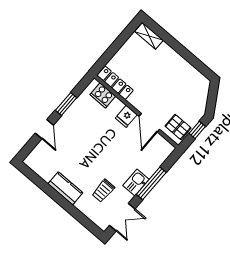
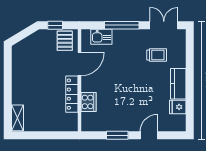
locker: (115, 83) -> (72, 94), moved
cooker: (103, 95) -> (89, 102), moved
fridge: (126, 116) -> (178, 107), moved, turned 180
kitchen sink: (136, 183) -> (101, 37), moved

